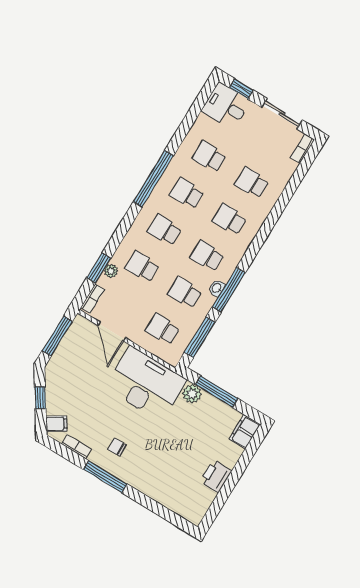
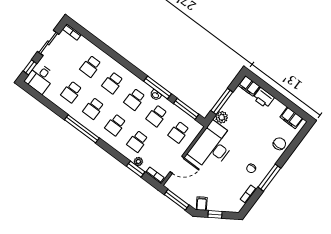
filing cabinet: (56, 424) -> (202, 204), moved
printer: (216, 476) -> (263, 98), moved
chair: (159, 487) -> (279, 144), added
filing cabinet: (201, 502) -> (291, 118), added

